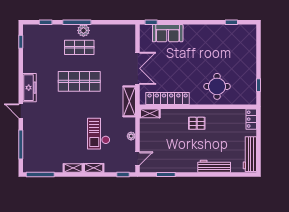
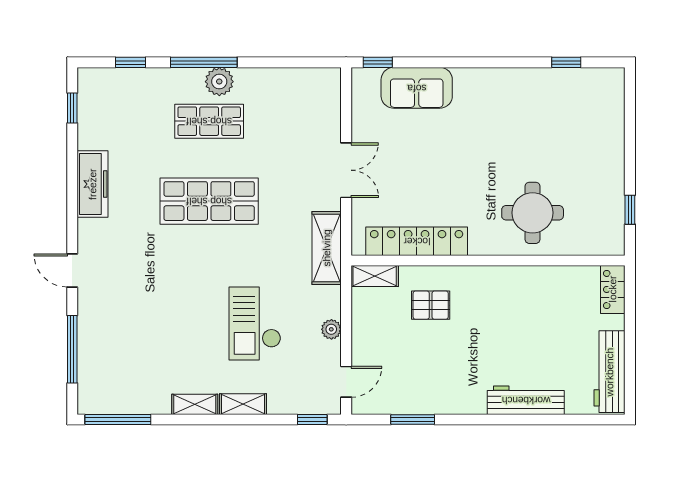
double door: (138, 68) -> (346, 170), width x0.73
freezer: (29, 88) -> (93, 184), moved
pallet: (197, 123) -> (431, 305), moved

